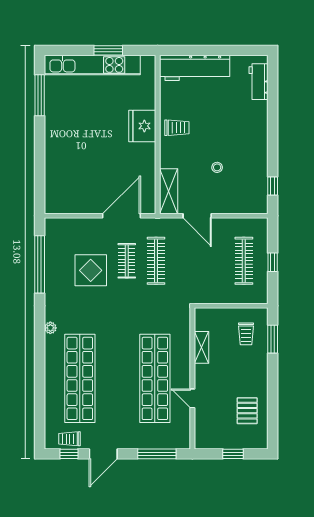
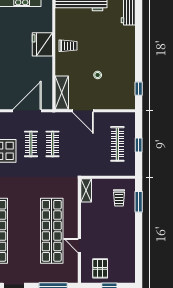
clothes rail: (156, 261) -> (53, 144), width x0.73
shelving: (201, 347) -> (86, 190), moved
pallet: (247, 411) -> (100, 268), moved

